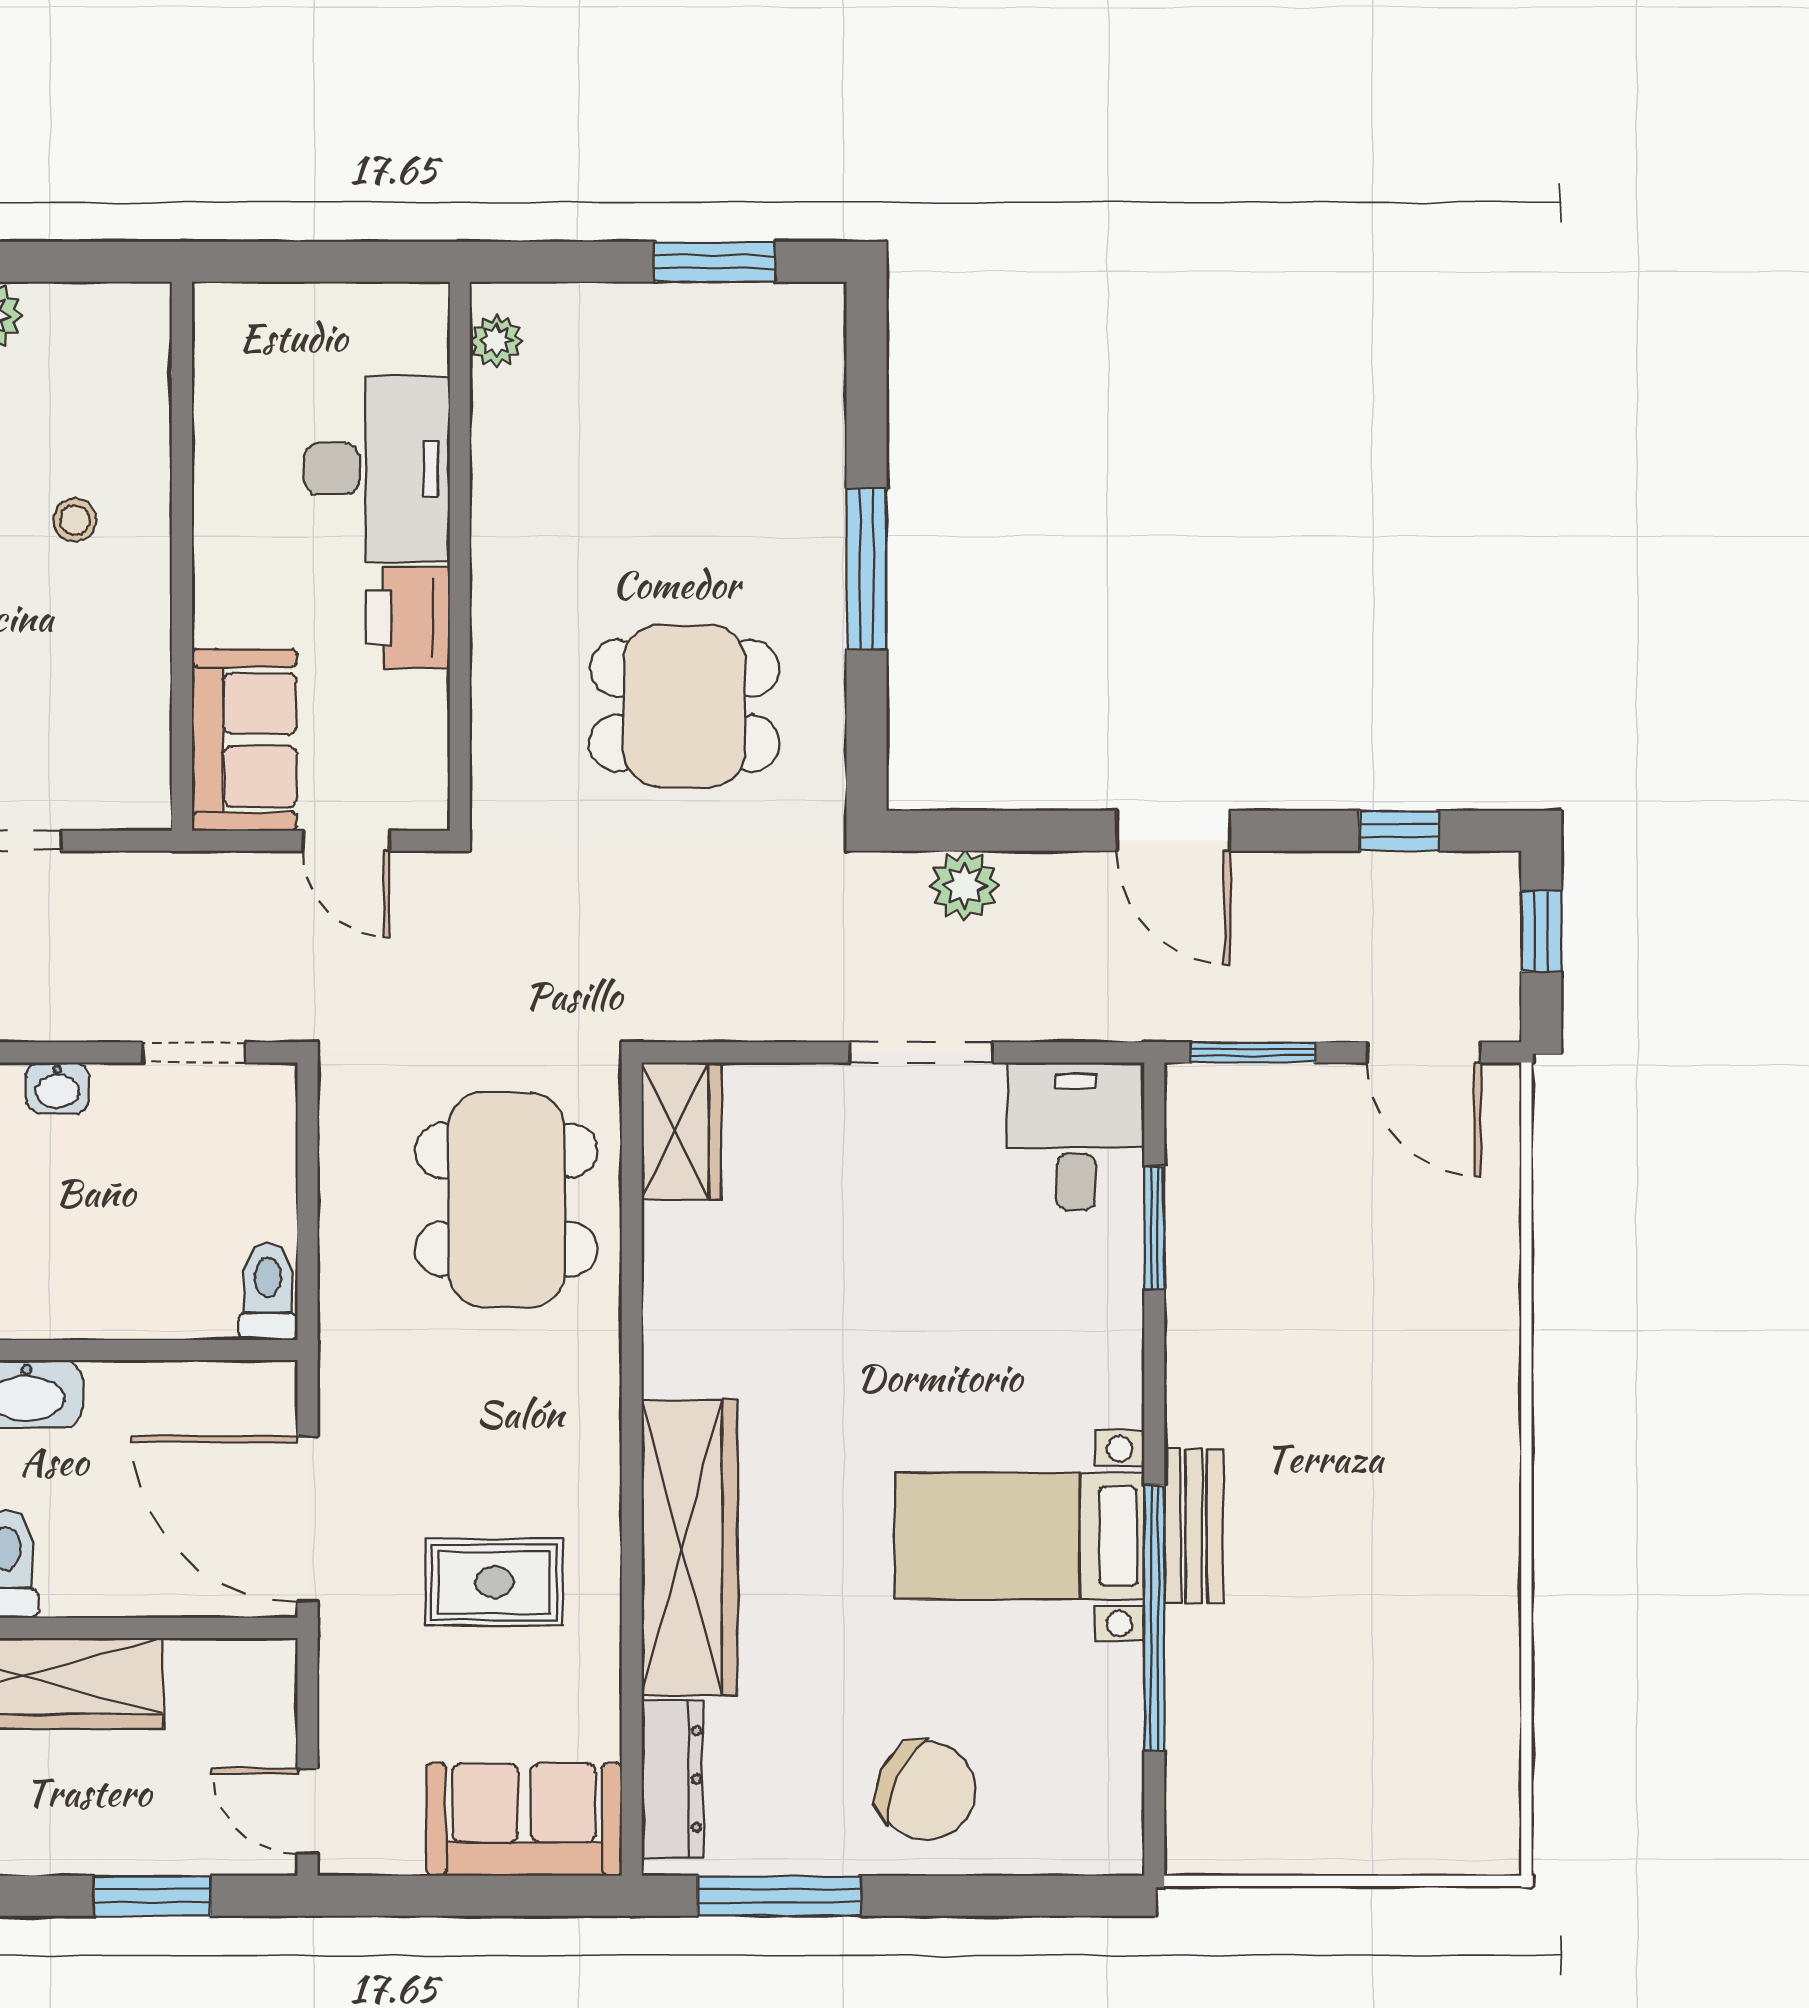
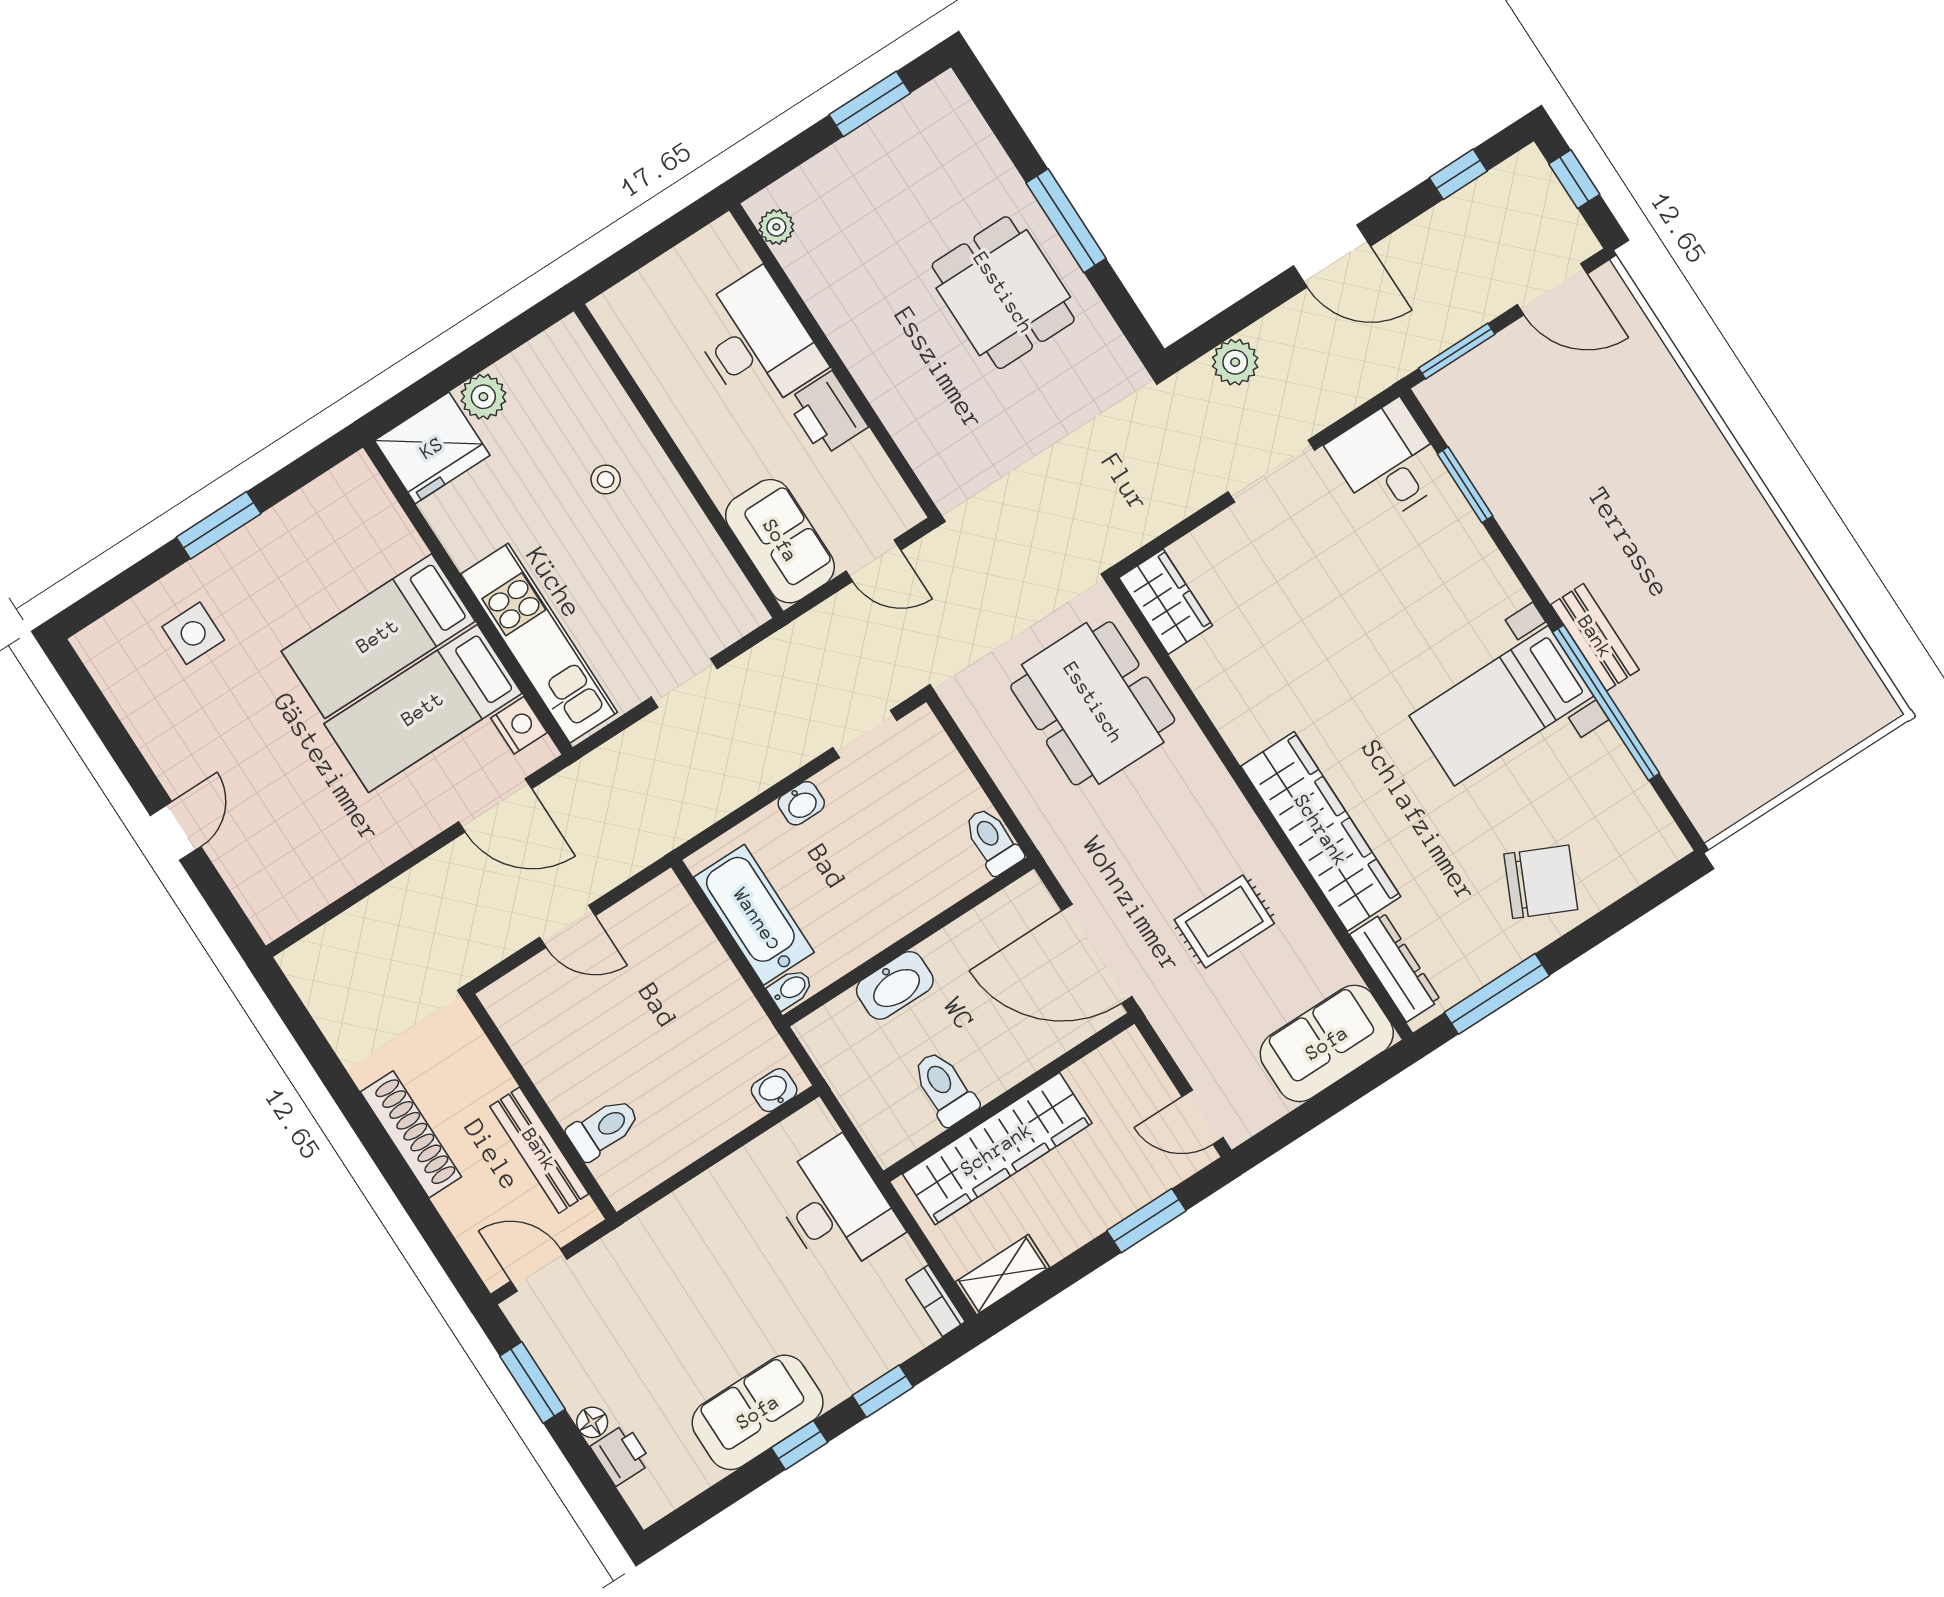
dining table: (684, 706) -> (1003, 293), moved, turned 90

